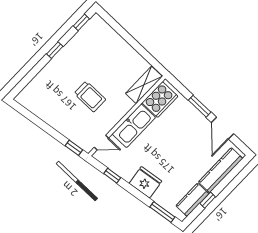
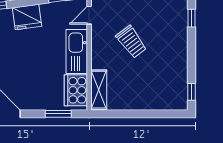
window: (55, 50) -> (191, 18), moved
trolley: (90, 96) -> (131, 42), turned -127
window: (200, 106) -> (58, 114), moved

